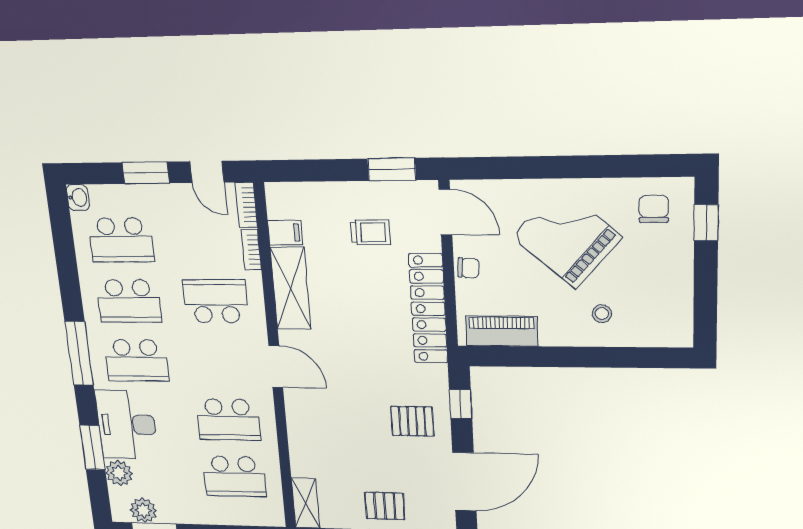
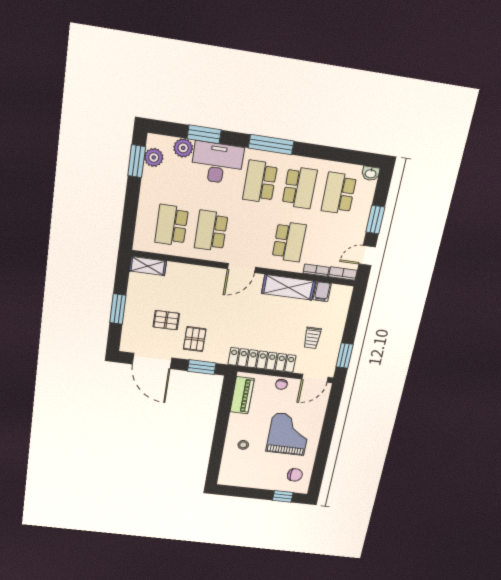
grand piano: (567, 237) -> (289, 434), turned -41
school desk: (129, 301) -> (300, 188), turned 180
window: (461, 404) -> (202, 367), width x1.50
pallet: (385, 506) -> (166, 320), moved, turned 90

